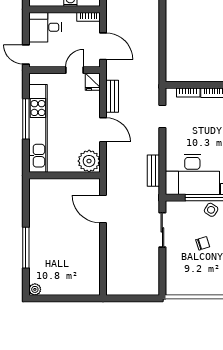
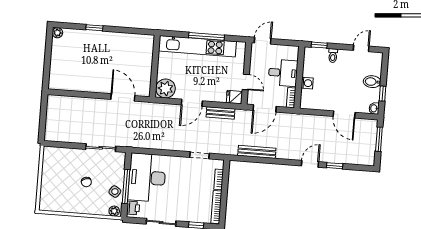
desk: (45, 27) -> (283, 73), moved, turned 90
bench: (153, 171) -> (257, 152), moved, width x1.36
door: (103, 209) -> (123, 97), hinge flipped
window: (26, 248) -> (94, 28), width x0.46

